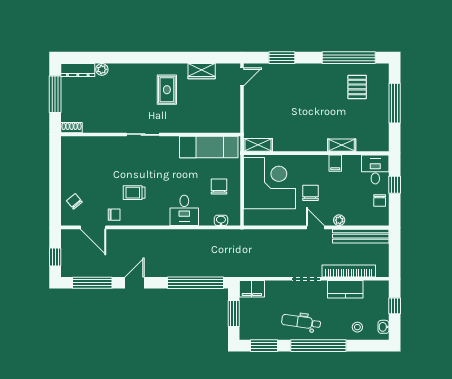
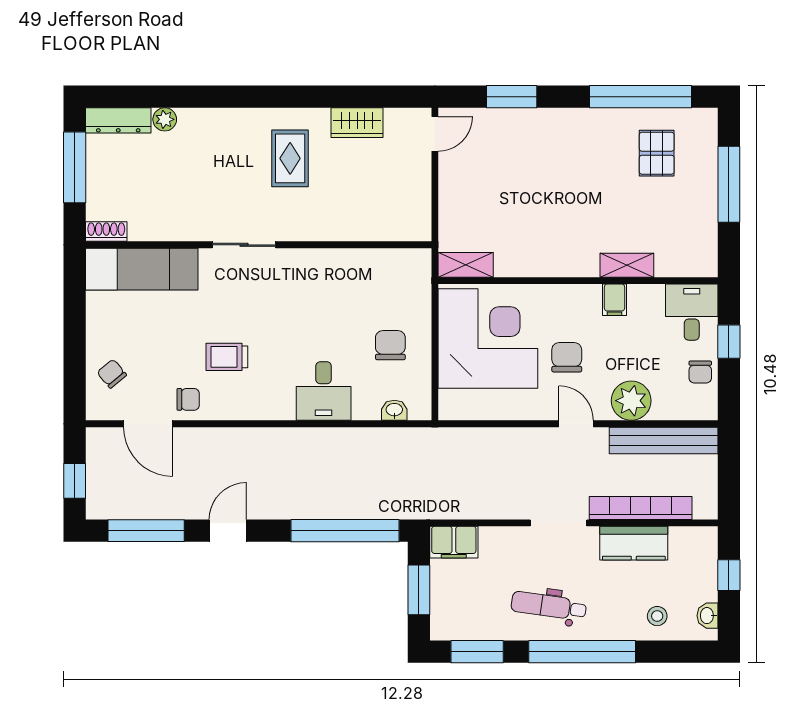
exam couch: (209, 147) -> (142, 269), moved
plant: (339, 220) -> (631, 401), width x1.88, depth x1.88

